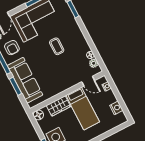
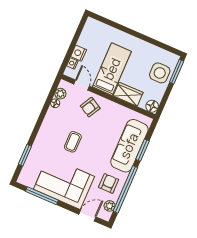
armchair: (70, 75) -> (90, 107), added
nightstand: (116, 108) -> (79, 53), moved

